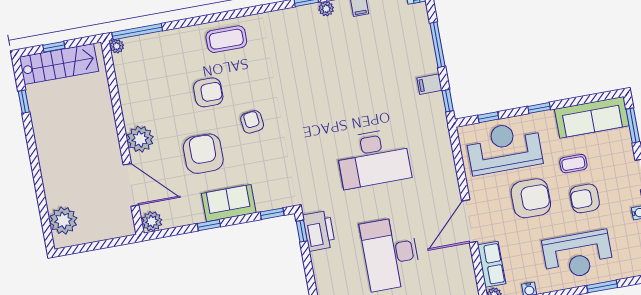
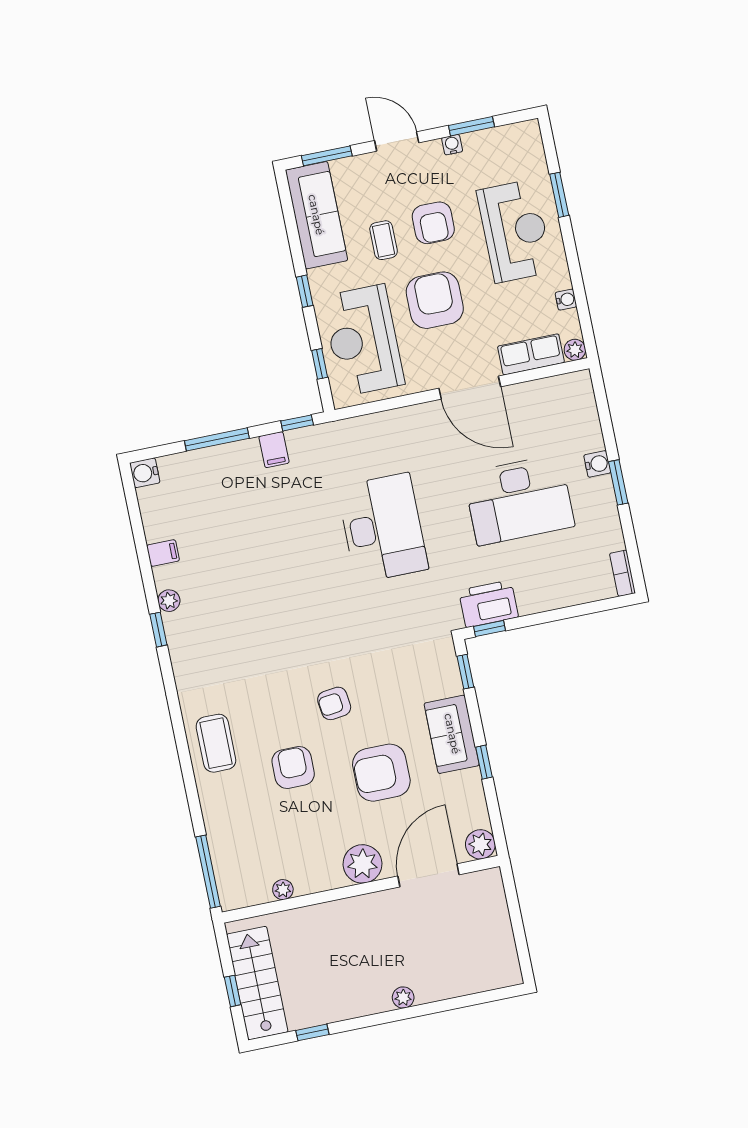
plant: (117, 46) -> (283, 890), moved
plant: (63, 220) -> (403, 997), moved, width x0.53, depth x0.53

